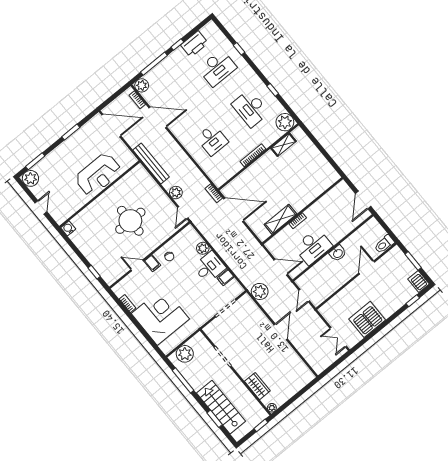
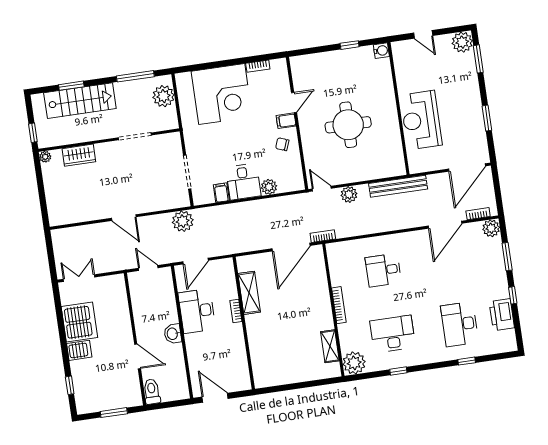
window: (154, 64) -> (507, 257), width x0.69
window: (94, 272) -> (350, 45), moved
server rack: (418, 281) -> (79, 350), moved

